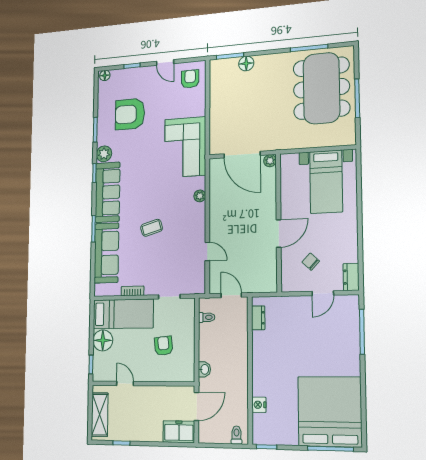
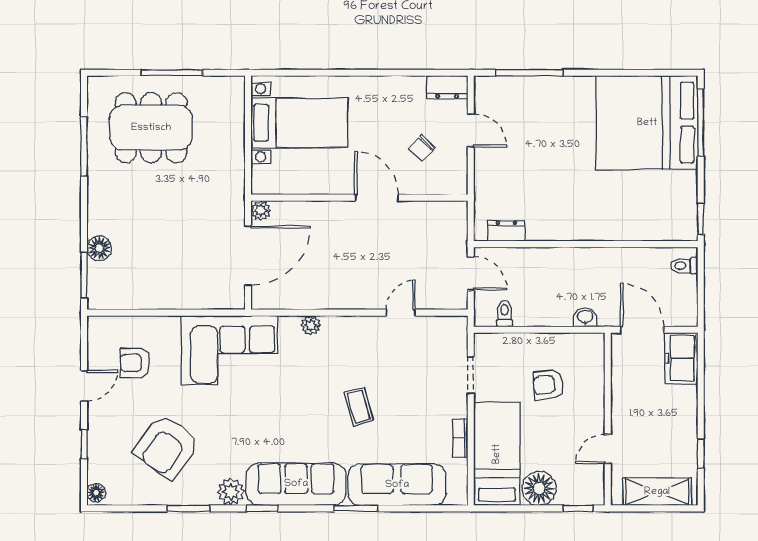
armchair: (190, 79) -> (135, 363), moved
dining table: (321, 88) -> (151, 128), width x0.73, depth x0.80
armchair: (130, 114) -> (167, 447), turned 36
door: (231, 295) -> (471, 274), swing flipped
nightstand: (259, 405) -> (638, 230), removed

